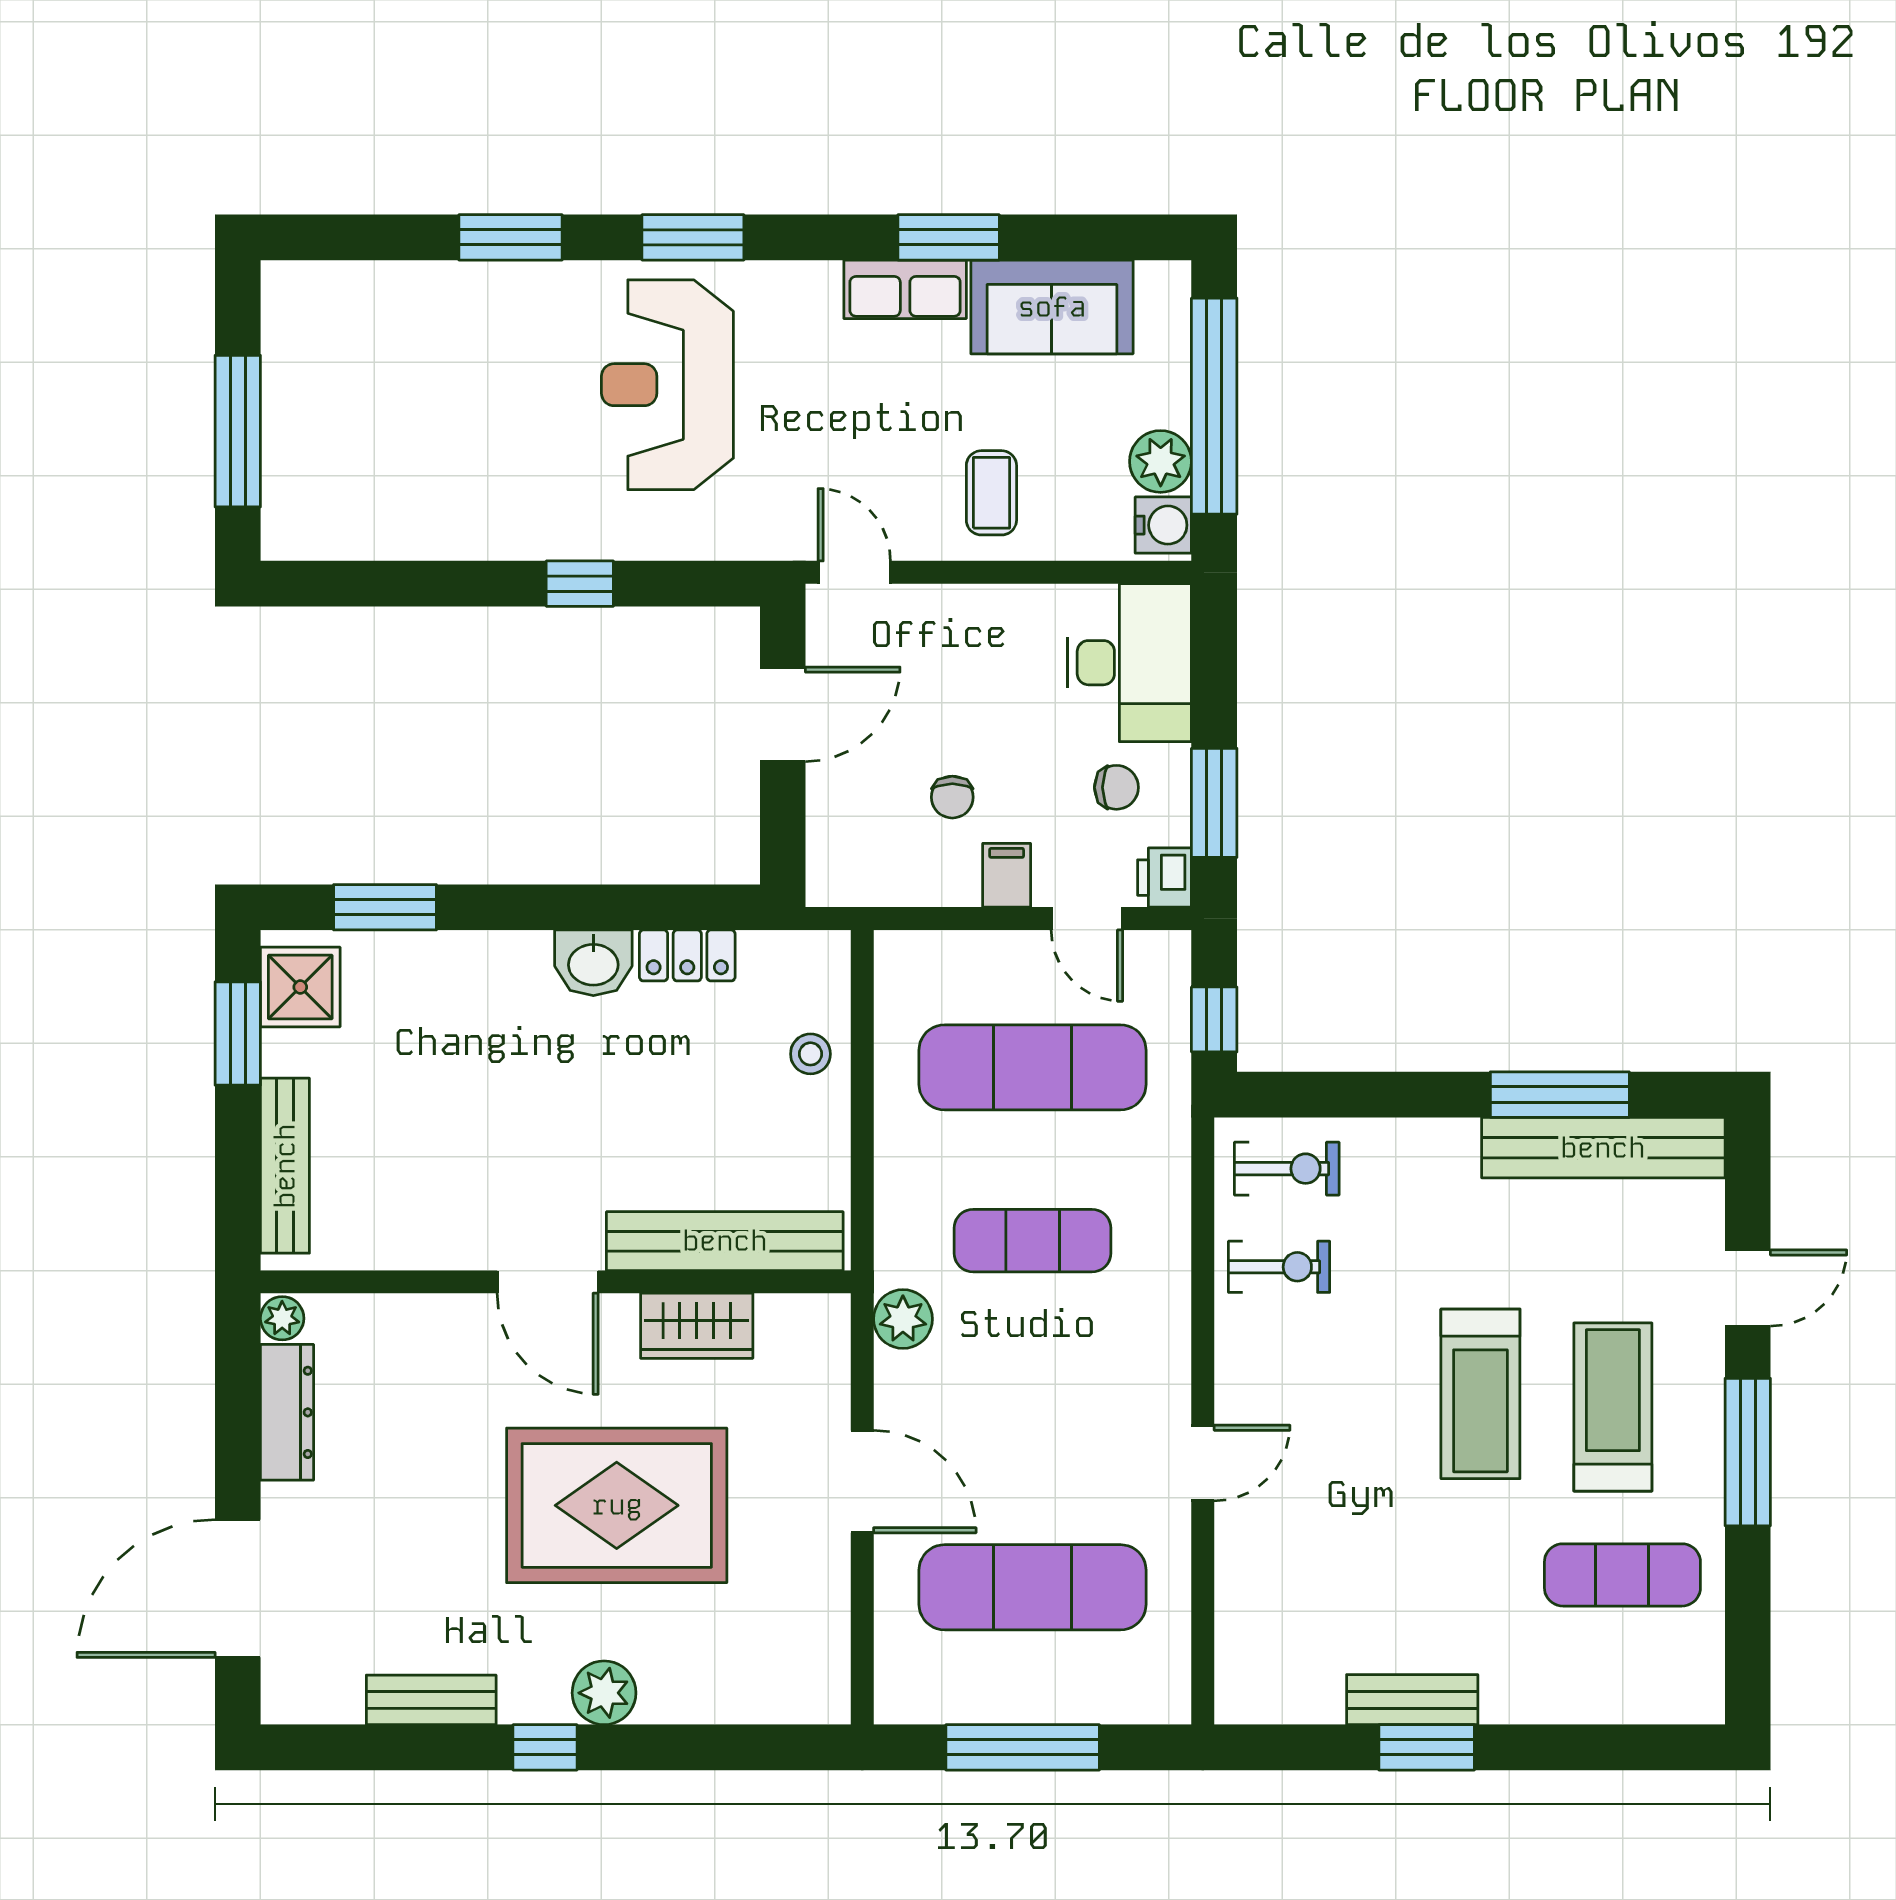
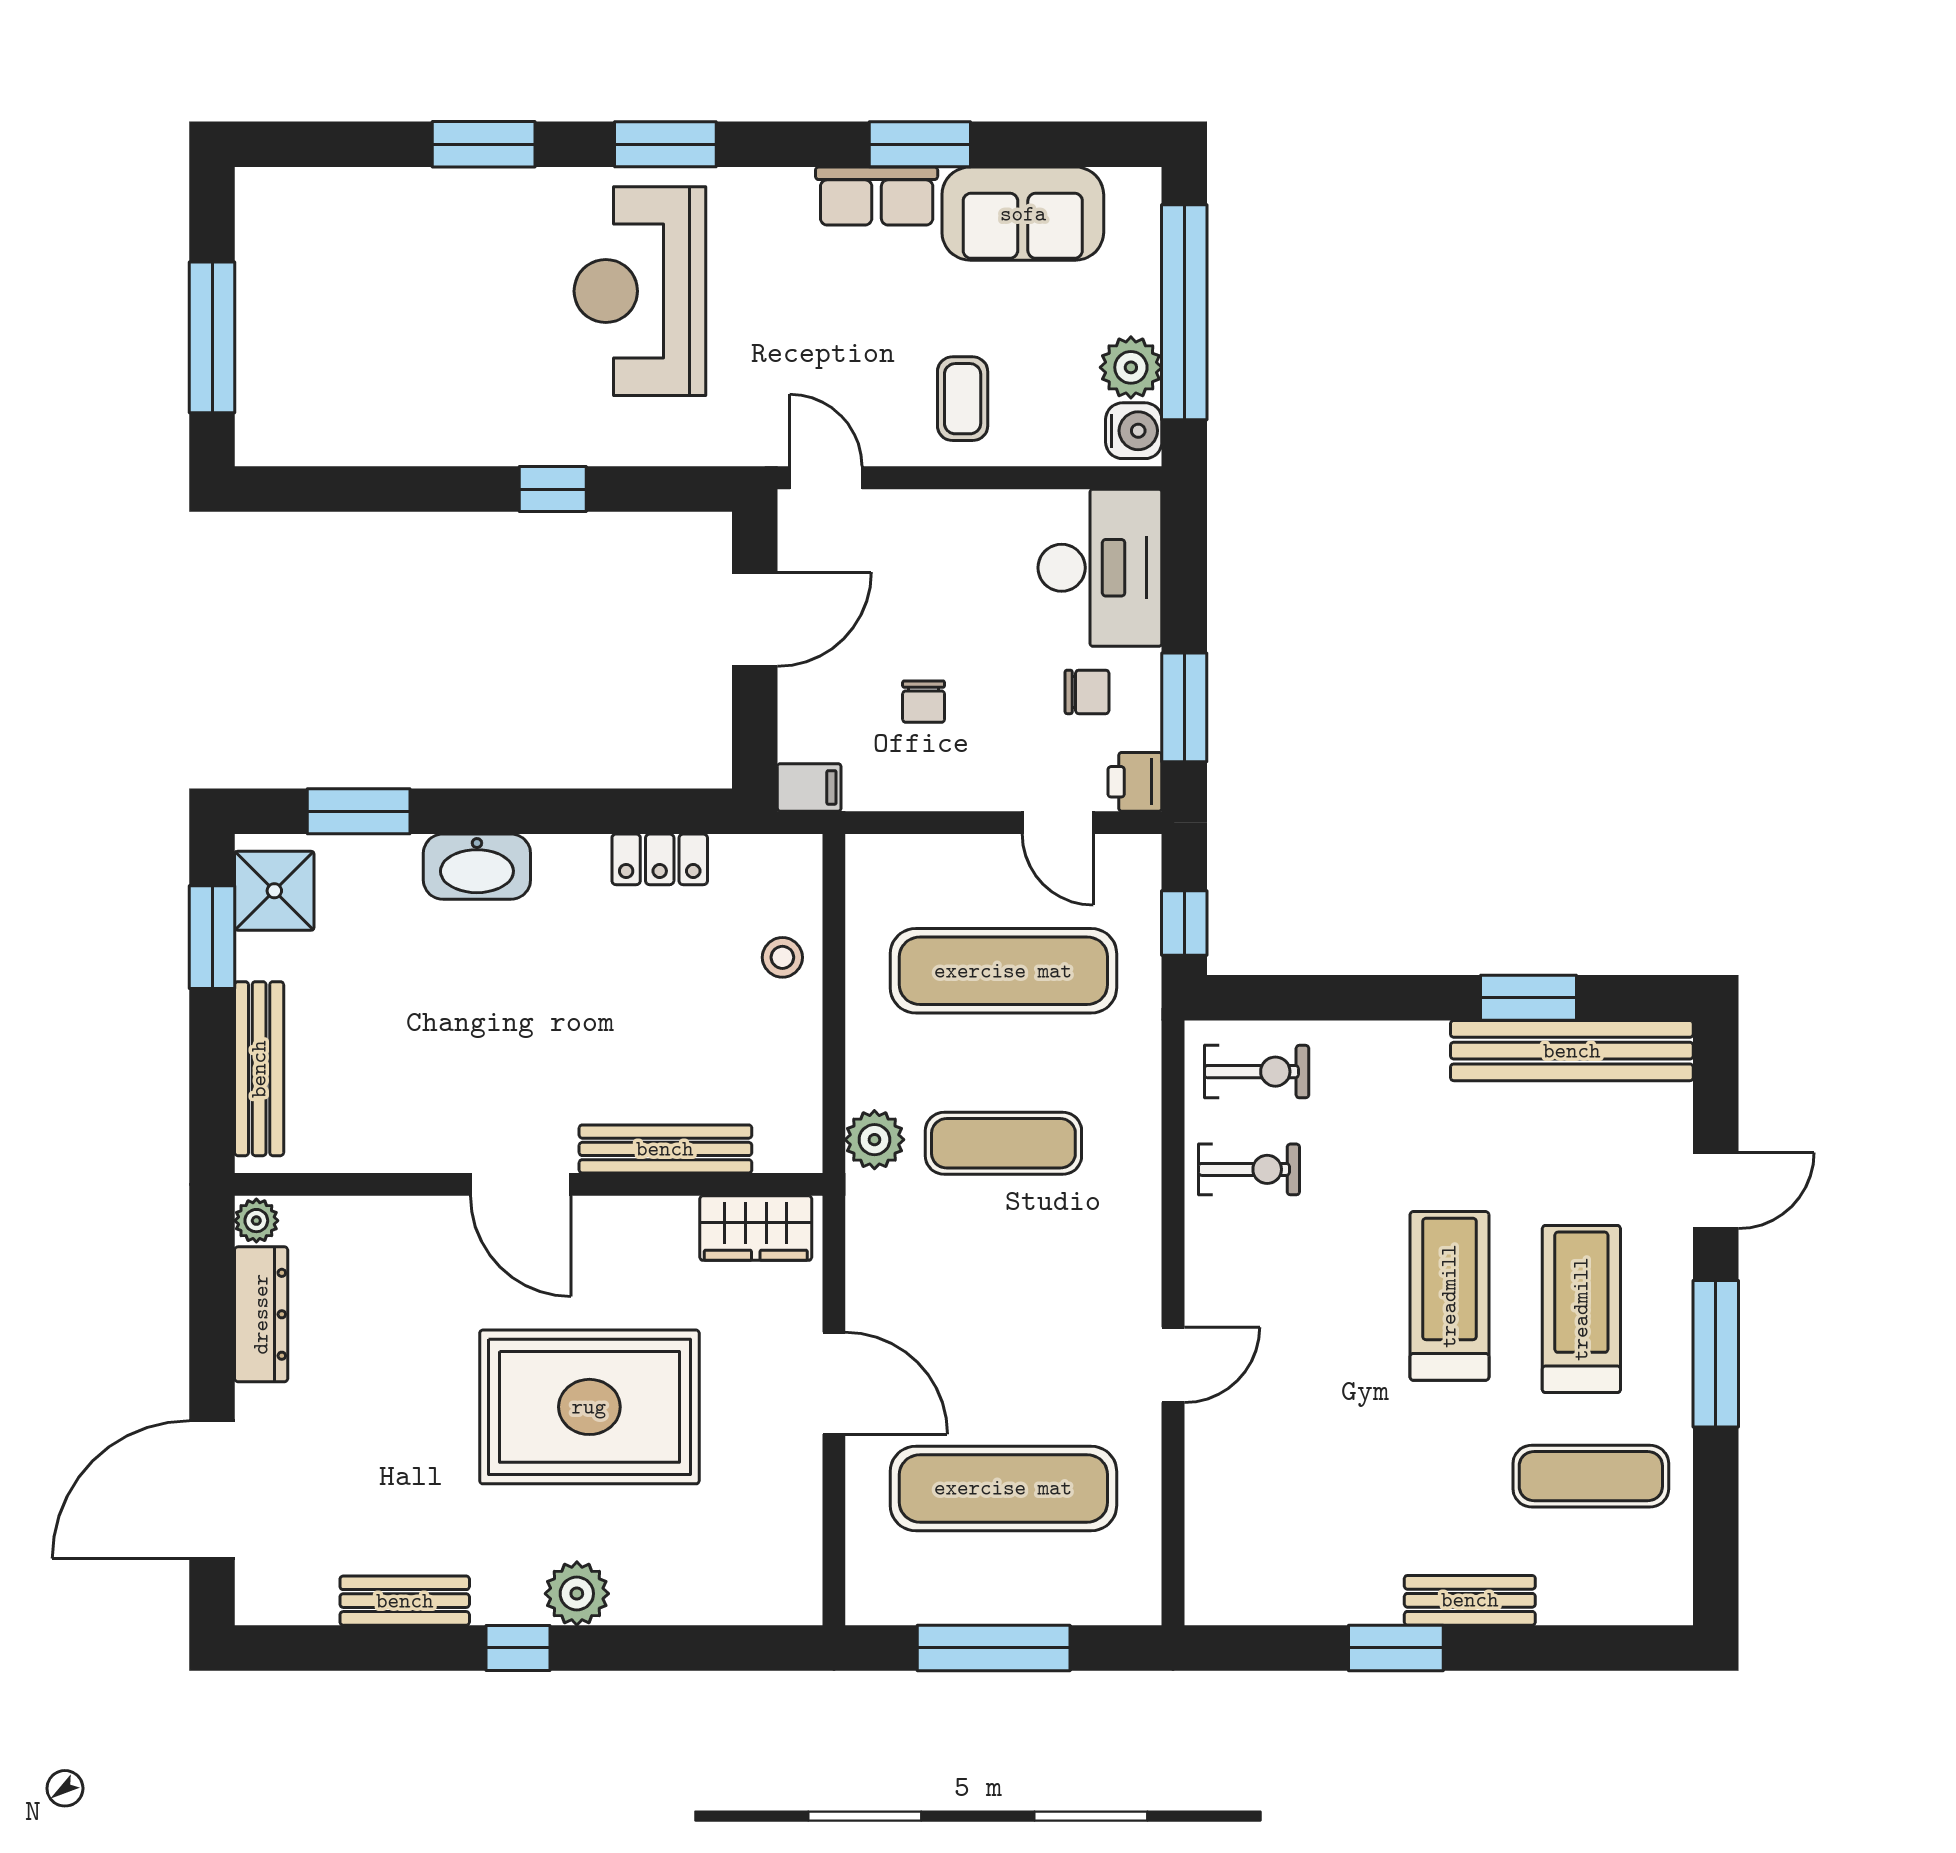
filing cabinet: (1007, 875) -> (809, 787), moved, turned 90
washbasin: (593, 963) -> (477, 867), moved, width x1.38
window: (1560, 1095) -> (1529, 998), width x0.69
bench: (725, 1241) -> (665, 1149), width x0.73, depth x0.82
plant: (903, 1319) -> (874, 1140), moved
wardrobe: (697, 1326) -> (756, 1228), moved
treadmill: (1480, 1394) -> (1449, 1296), turned 180
bench: (1412, 1700) -> (1470, 1600), moved

